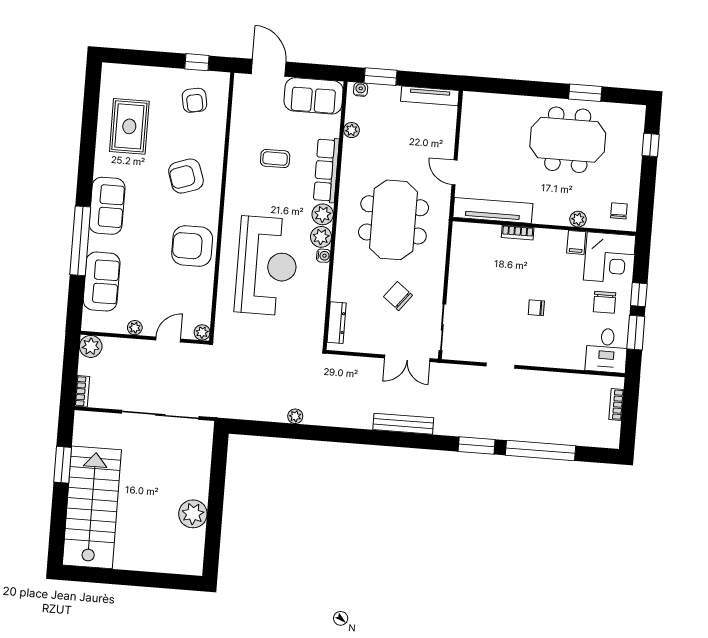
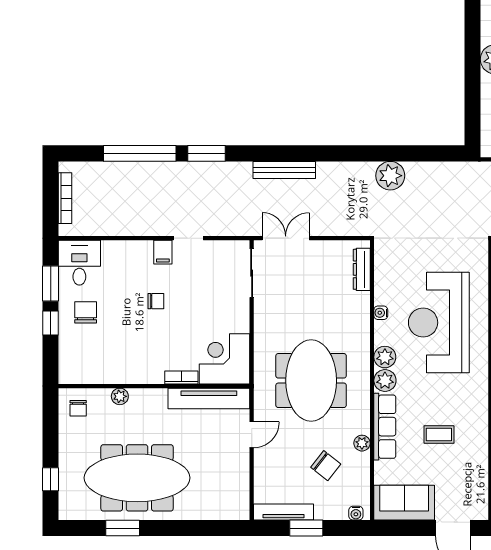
window: (381, 77) -> (306, 528), moved
plant: (352, 130) -> (362, 443), moved
meeting table: (568, 140) -> (137, 478), width x1.36
door: (455, 172) -> (252, 435), hinge flipped
filing cabinet: (576, 242) -> (163, 252), moved, turned 180
water cooler: (323, 256) -> (381, 313), moved
corner desk: (609, 258) -> (225, 359), moved
chair: (398, 296) -> (326, 466), moved
bookcase: (616, 405) -> (65, 198), width x1.56
plant: (295, 416) -> (390, 176), width x1.87, depth x1.87

